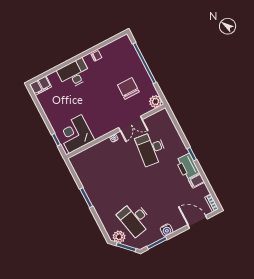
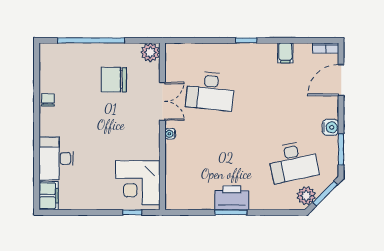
desk: (74, 74) -> (56, 158), moved
printer: (187, 166) -> (232, 198), moved, turned 180

